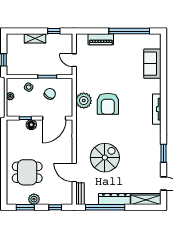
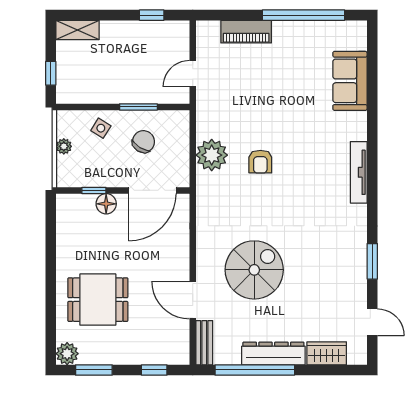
shelving: (35, 38) -> (78, 30), moved
door: (74, 60) -> (193, 74), hinge flipped
armchair: (108, 104) -> (260, 162), width x0.53, depth x0.53
plant: (34, 199) -> (67, 354), moved
wardrobe: (146, 199) -> (327, 353), width x0.67

